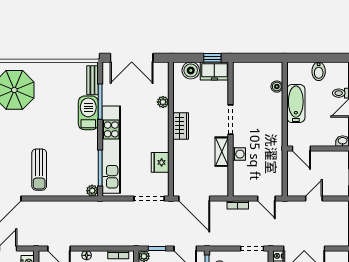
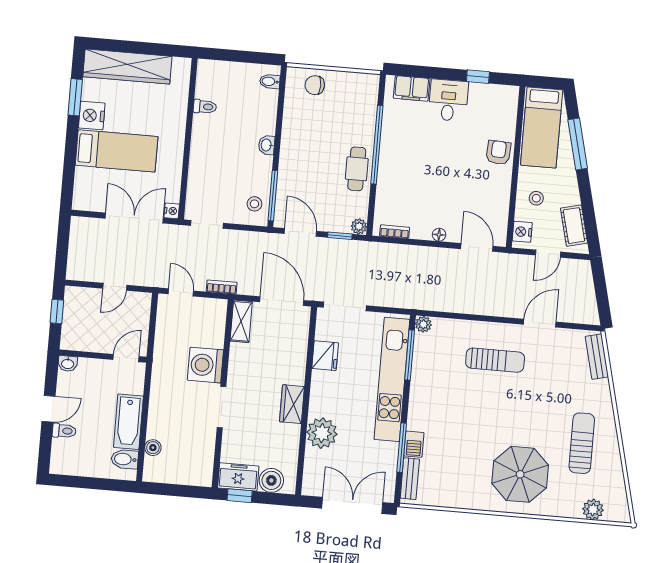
bidet: (319, 71) -> (125, 459), moved, turned -90
plant: (163, 102) -> (322, 433), width x1.88, depth x1.88
barbecue: (88, 113) -> (414, 444), width x0.53, depth x0.65
door: (301, 149) -> (126, 358), hinge flipped
shelving: (222, 152) -> (241, 321), moved
washing machine: (239, 154) -> (205, 365), width x1.89, depth x1.89
sun lounger: (39, 170) -> (495, 360), turned 90

